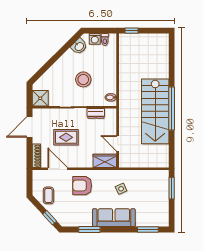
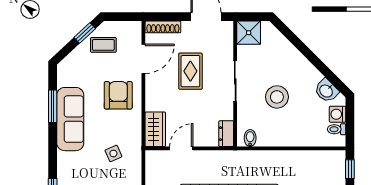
dresser: (96, 113) -> (226, 134), moved
window: (50, 218) -> (85, 33), moved
sofa: (114, 218) -> (70, 119), moved

